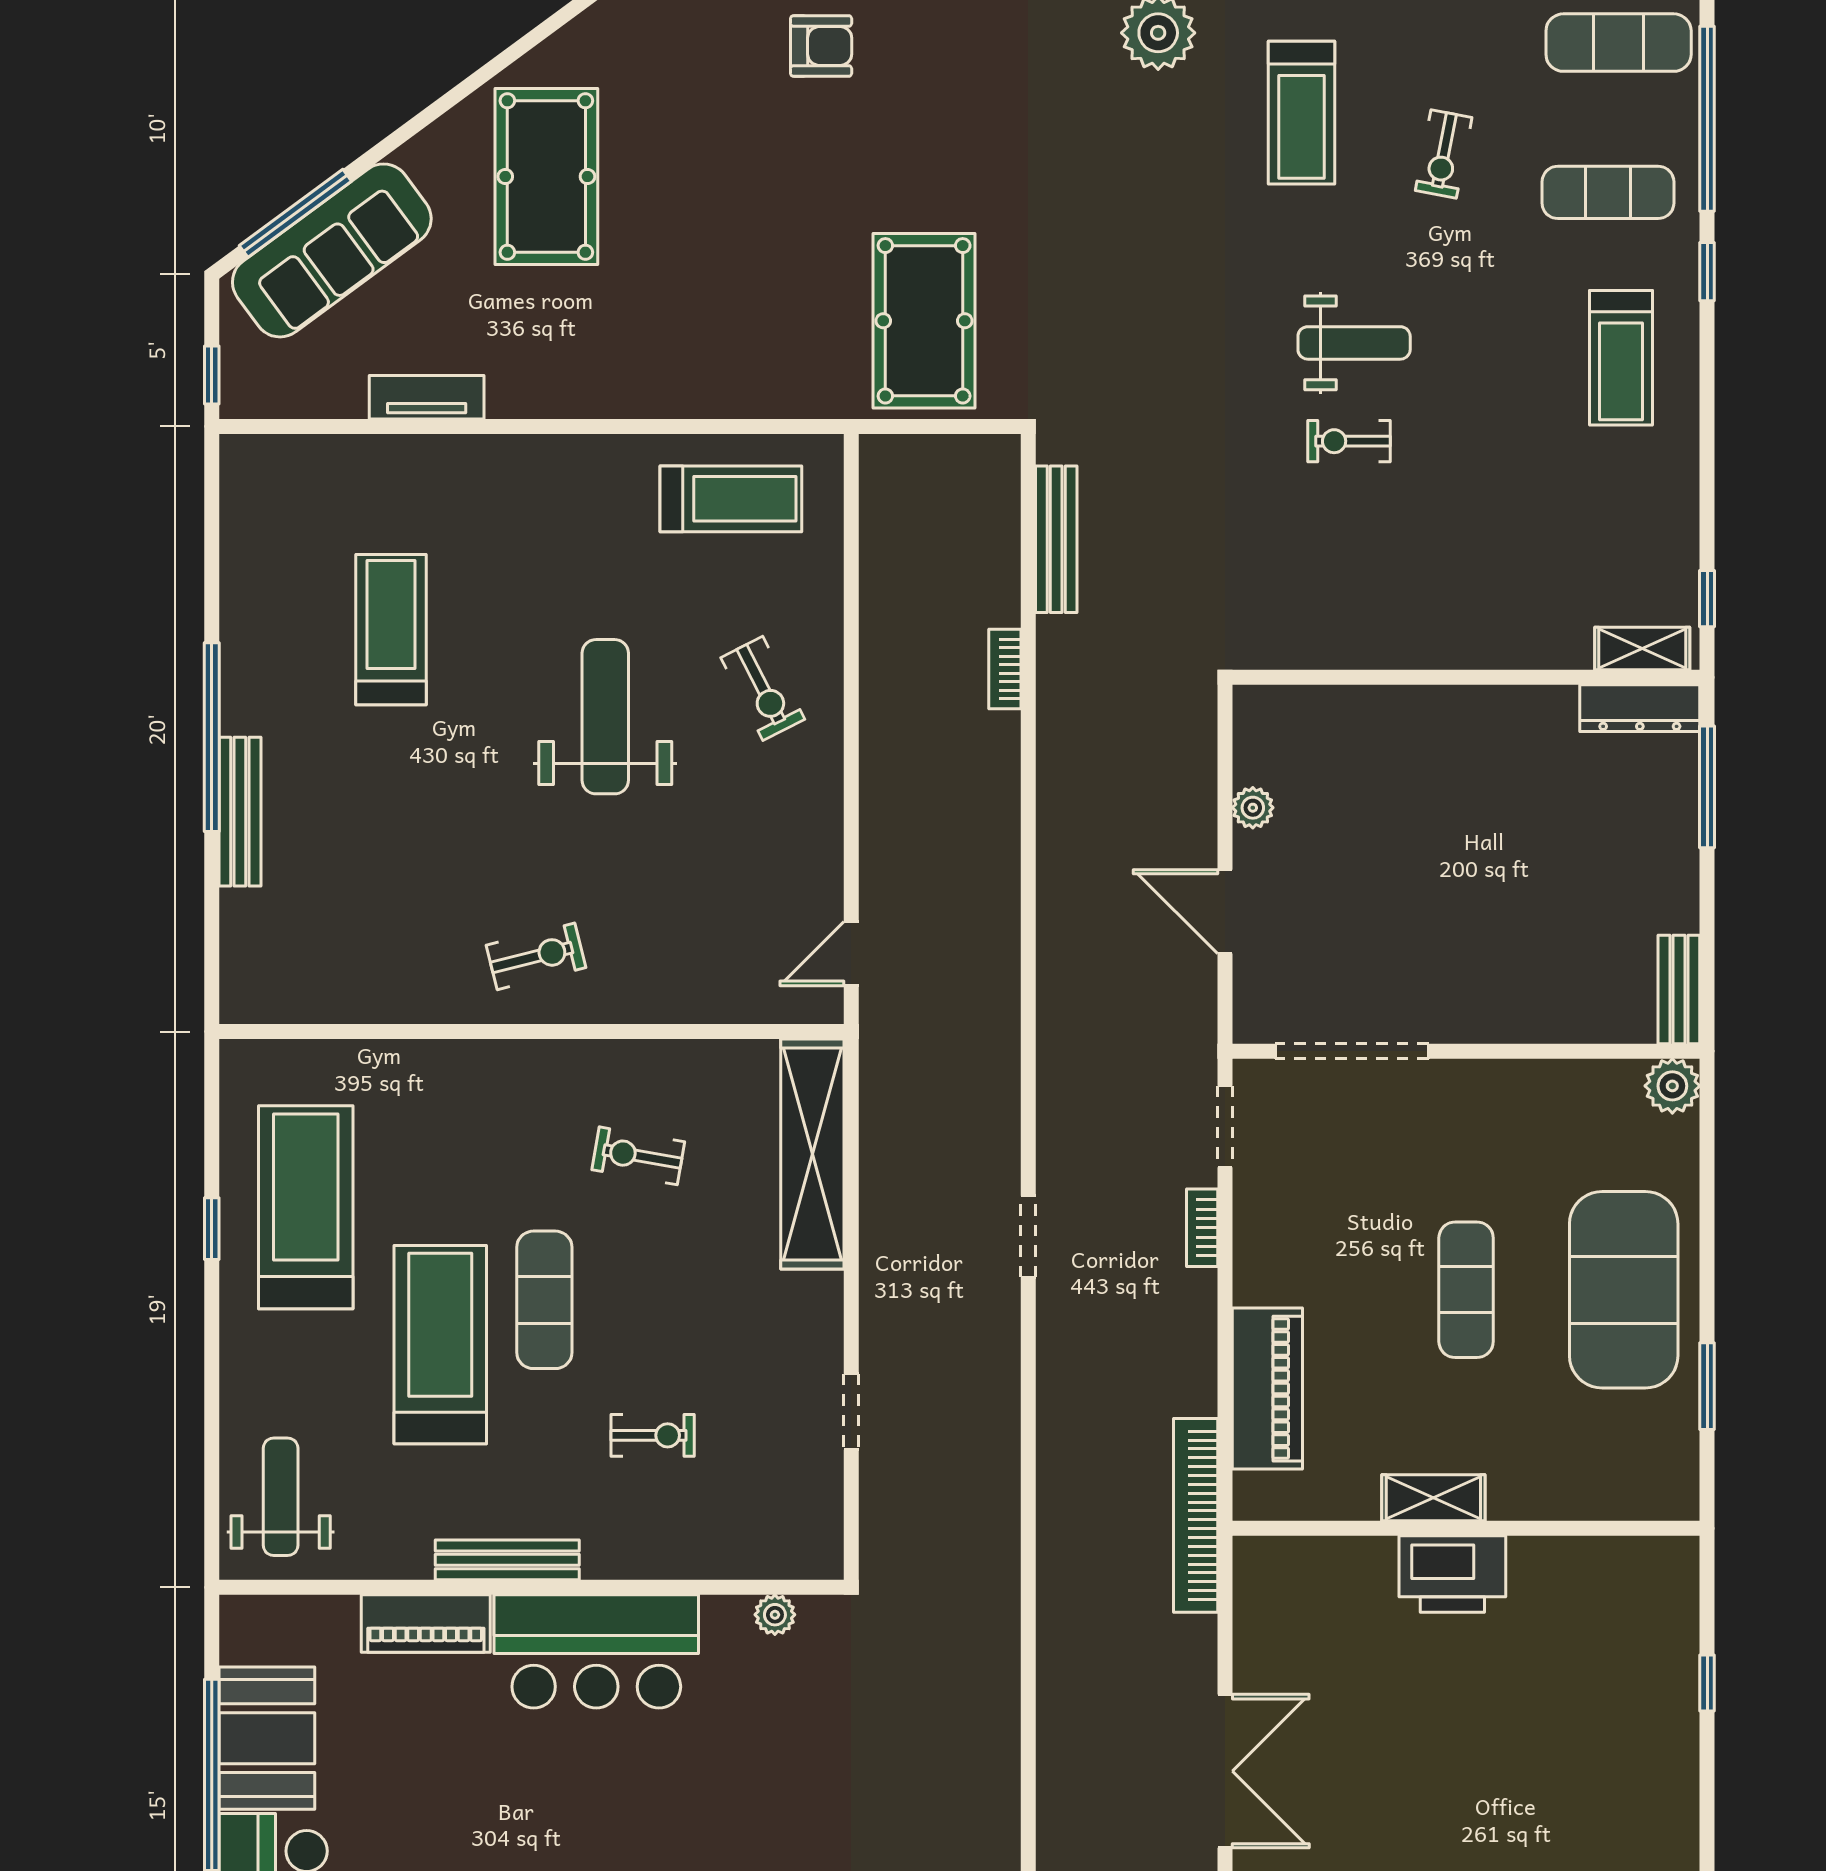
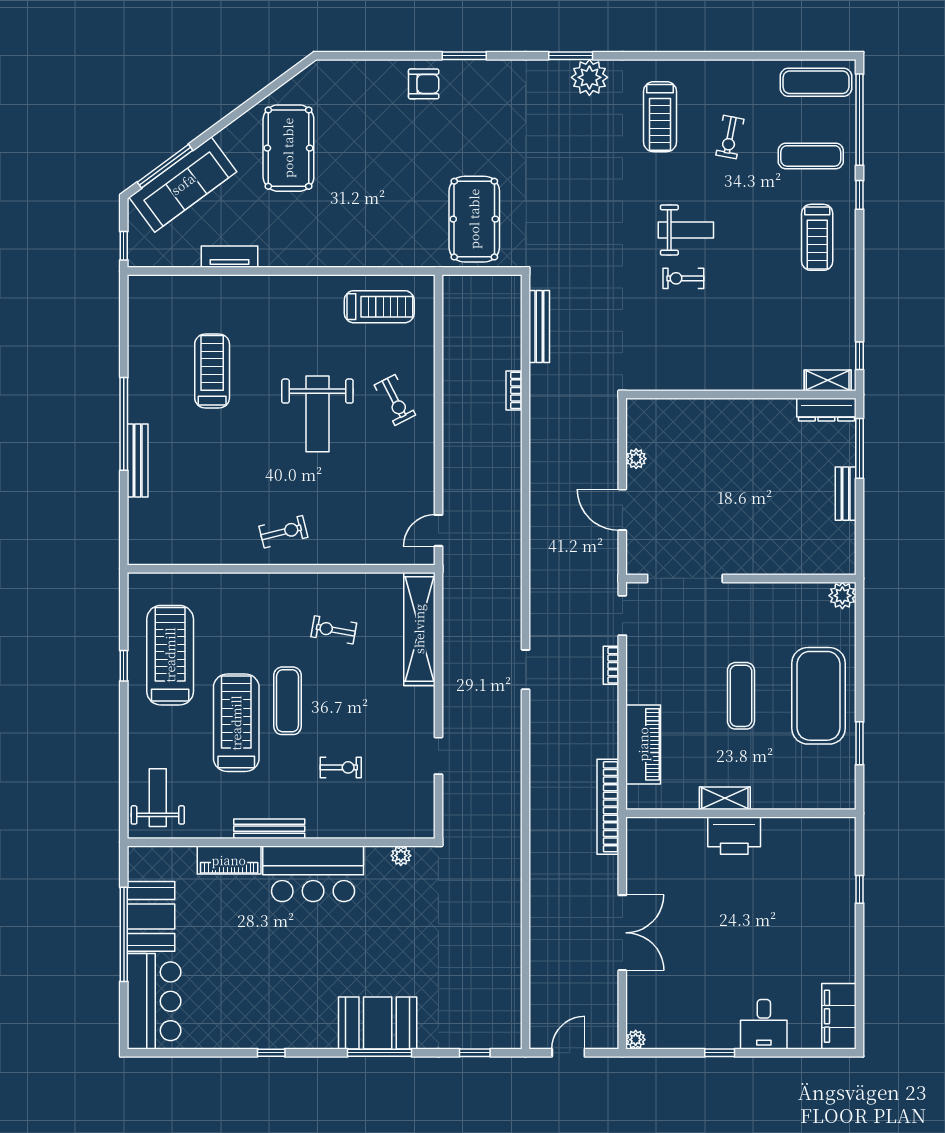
weight bench: (605, 717) -> (317, 414), turned 180
bench: (1679, 989) -> (846, 494), moved

